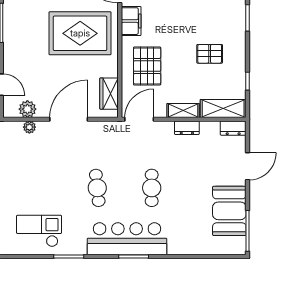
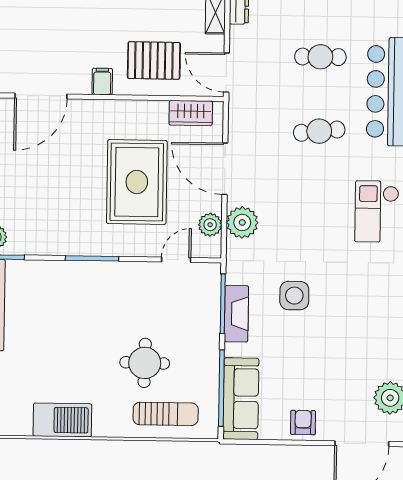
filing cabinet: (131, 21) -> (102, 82), width x0.50
rug: (80, 33) -> (137, 182), moved
plant: (29, 127) -> (242, 222), width x1.88, depth x1.88

